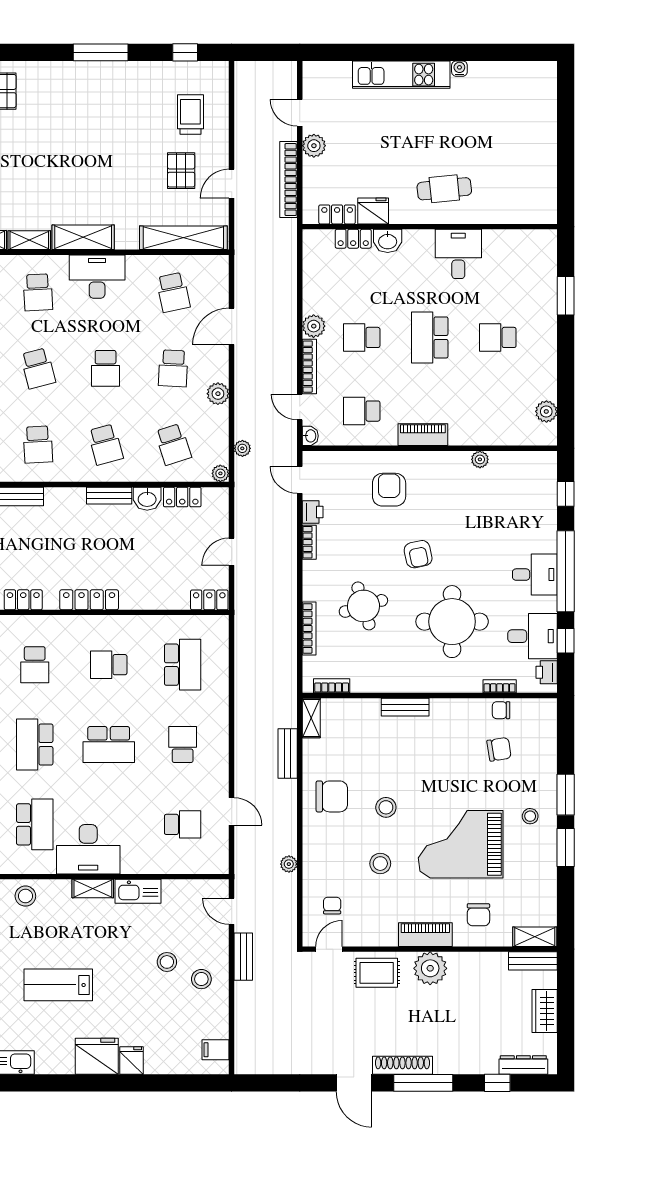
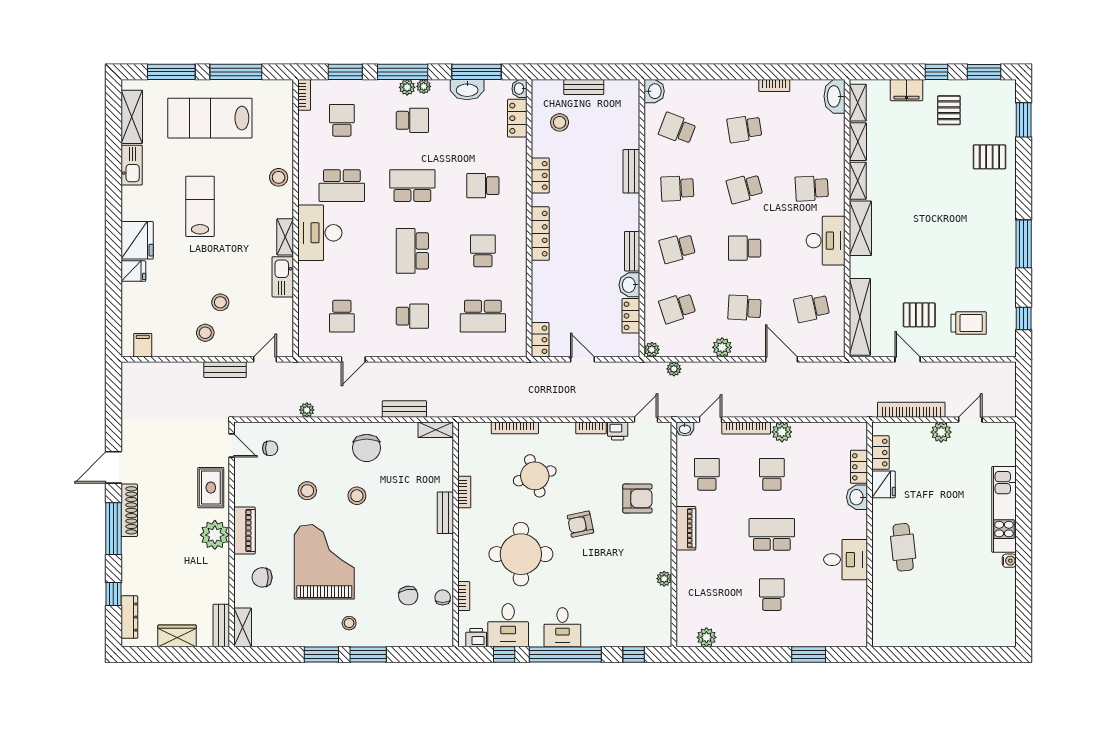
bookcase: (332, 686) -> (464, 492), moved

